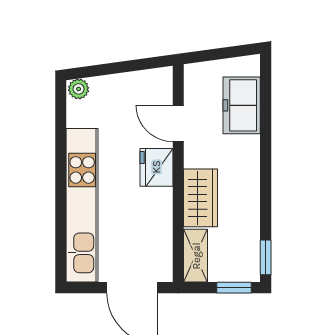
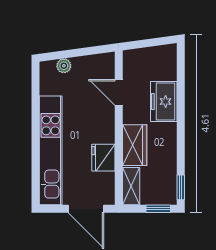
plant: (79, 89) -> (64, 66), moved
freezer: (242, 105) -> (164, 102), moved
fridge: (156, 167) -> (103, 158), moved

